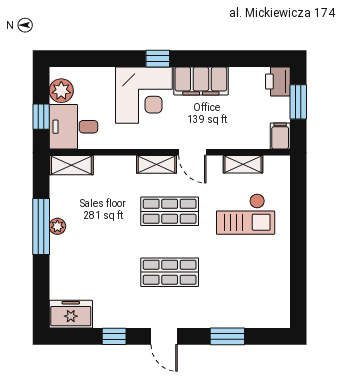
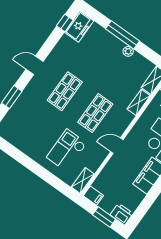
shelving: (156, 164) -> (139, 102), moved
shelving: (243, 164) -> (83, 181), moved
window: (41, 227) -> (123, 35), moved
window: (114, 336) -> (65, 23), moved

